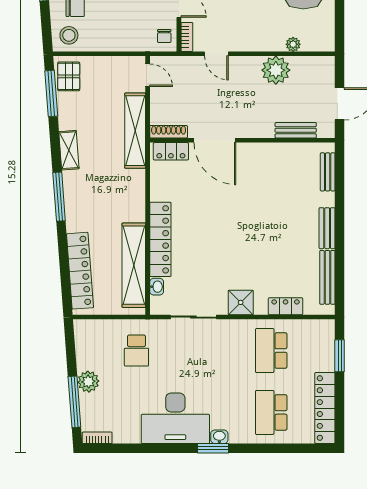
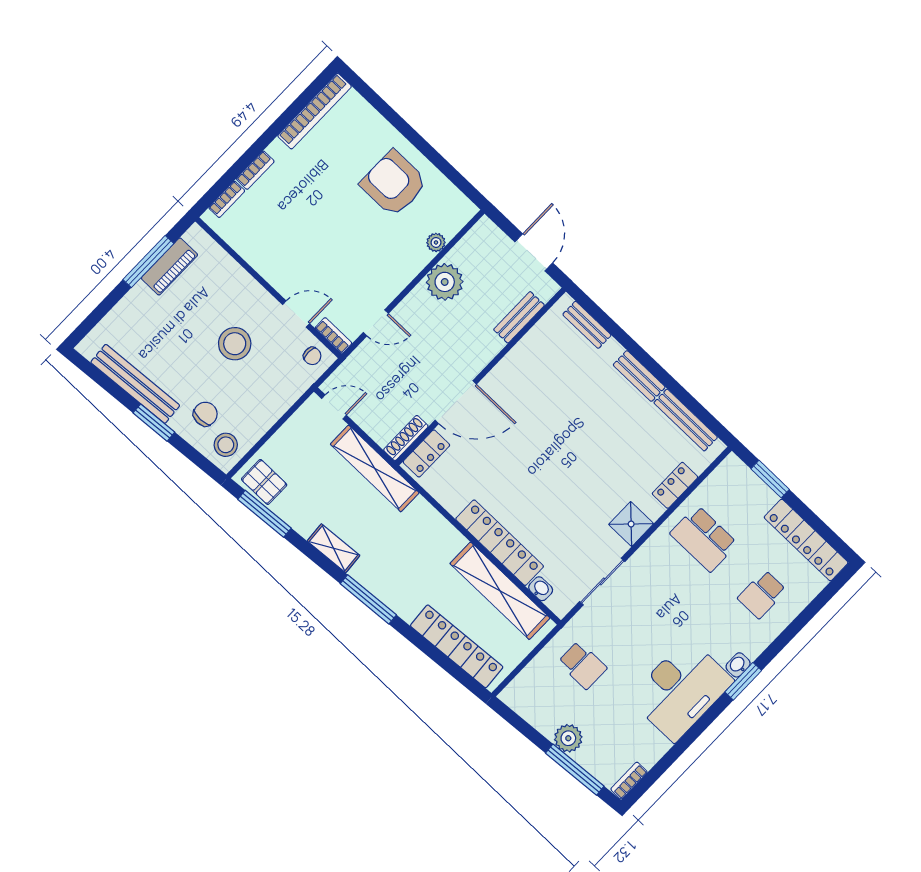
school desk: (271, 412) -> (762, 594), width x0.54

